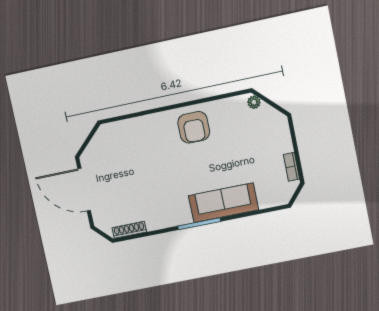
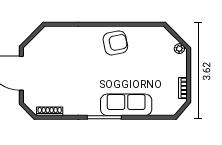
plant: (254, 102) -> (179, 49), moved
armchair: (194, 127) -> (115, 43), turned -101

